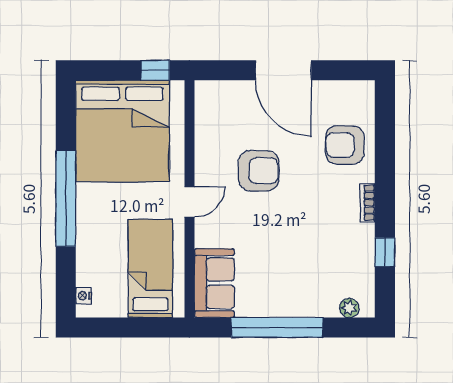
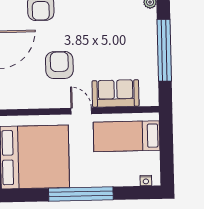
sofa: (214, 283) -> (116, 93), moved

